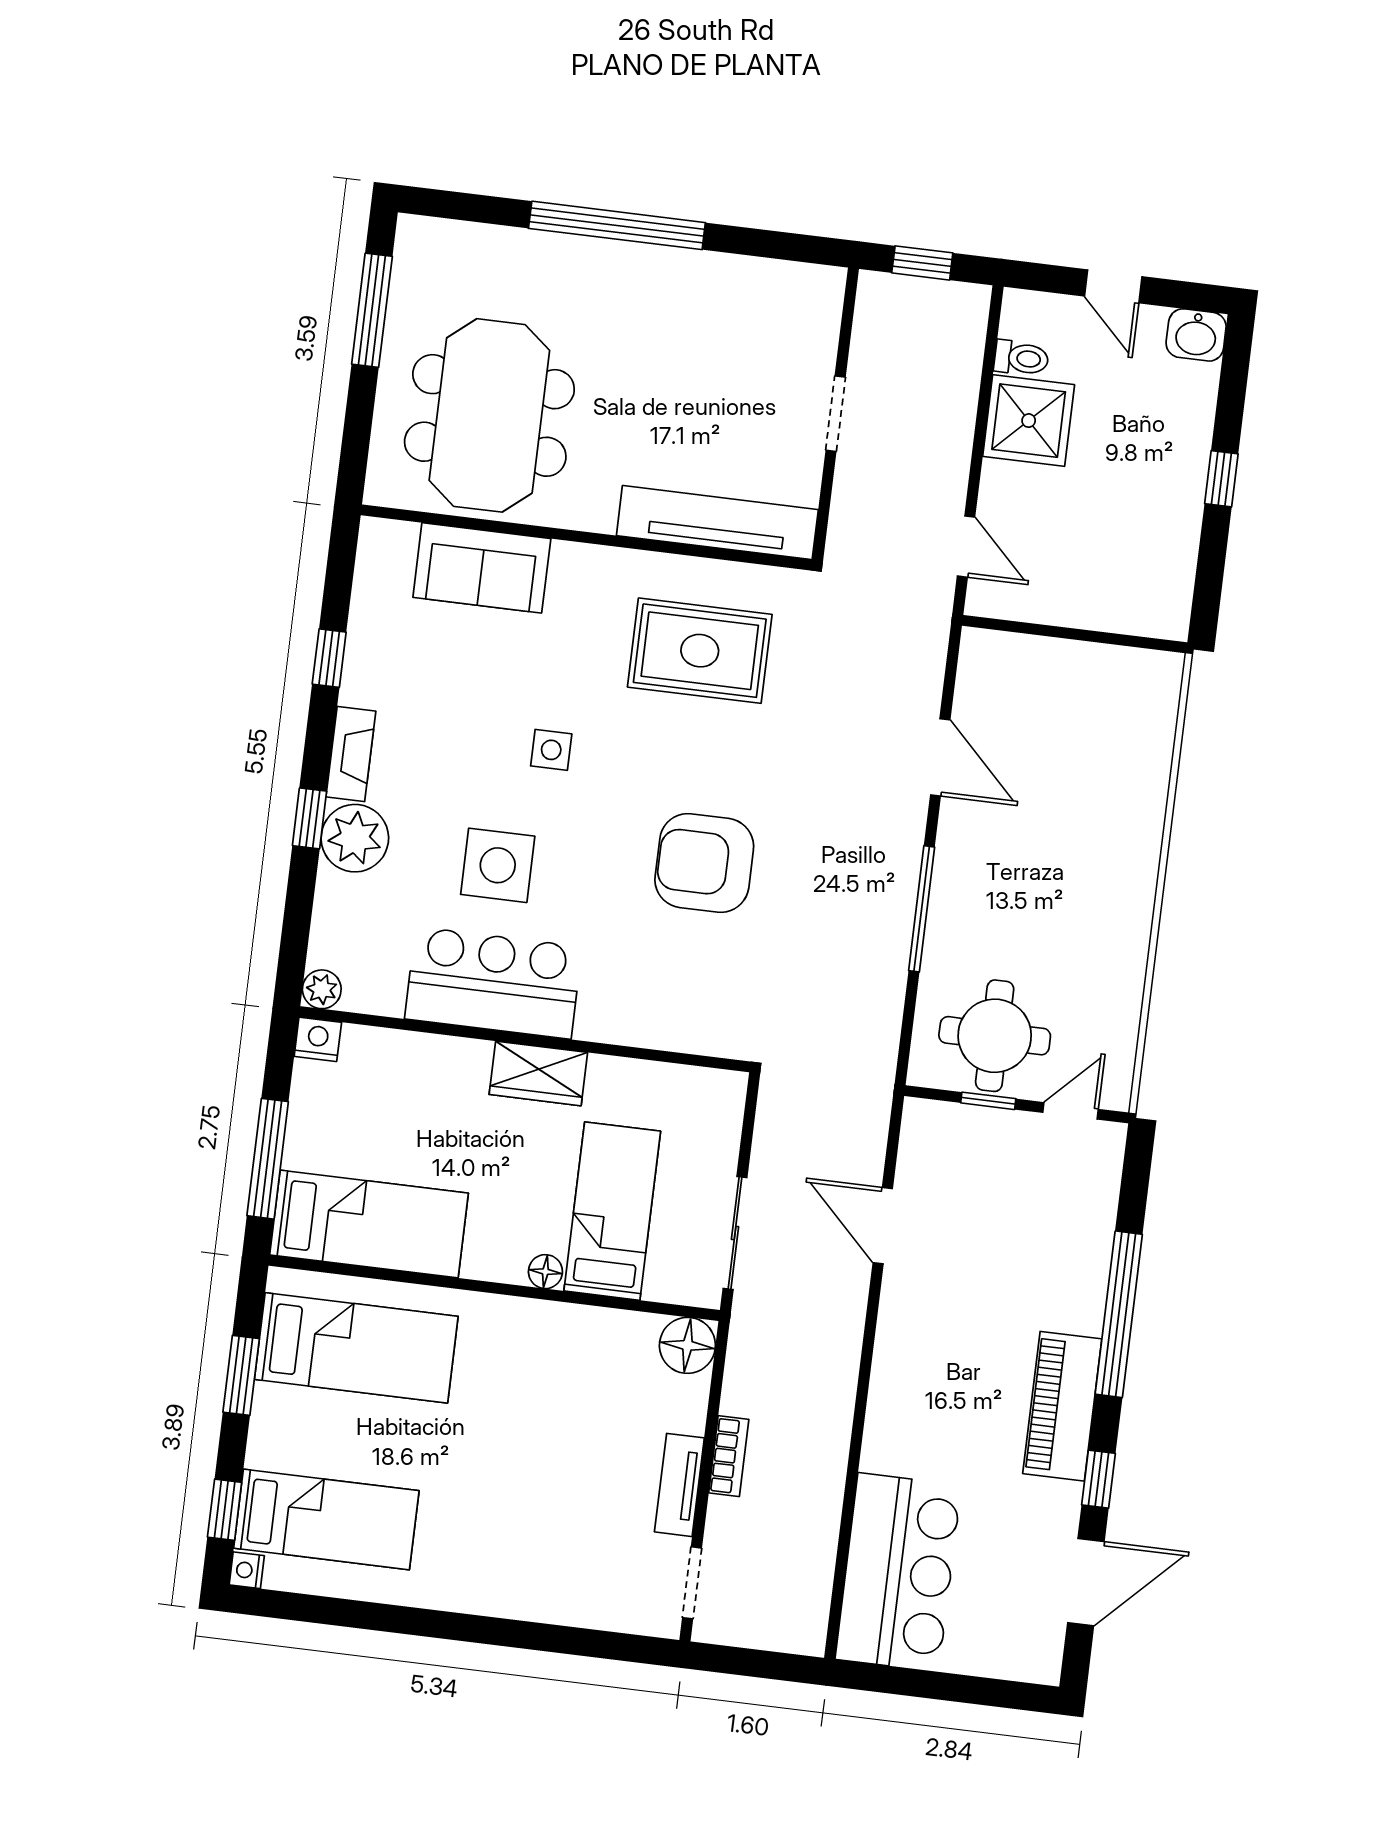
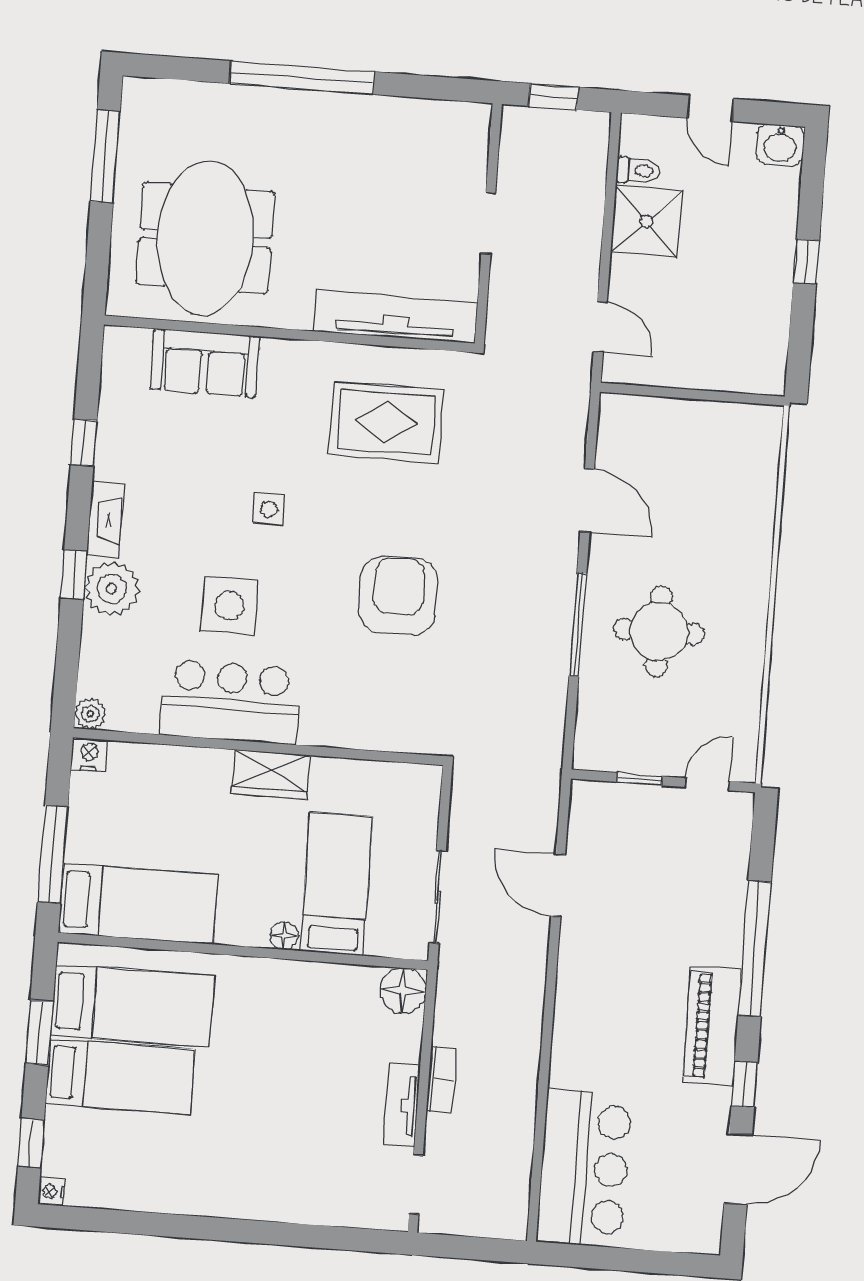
armchair: (704, 863) -> (398, 596), turned 90
round table: (995, 1036) -> (659, 631), moved
bed: (326, 1519) -> (120, 1076), moved

